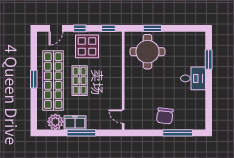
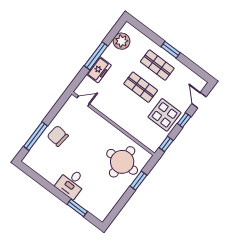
shop shelf: (53, 81) -> (157, 65), width x0.50, depth x0.74
freezer: (75, 123) -> (99, 70), moved

